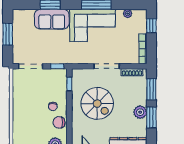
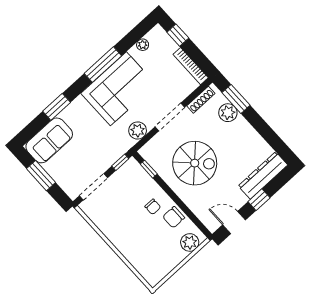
sofa: (52, 19) -> (49, 140), moved
plant: (82, 58) -> (138, 130), added
plant: (140, 112) -> (228, 113), moved
window: (151, 118) -> (262, 127), removed

